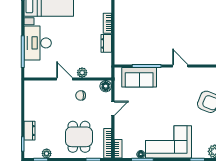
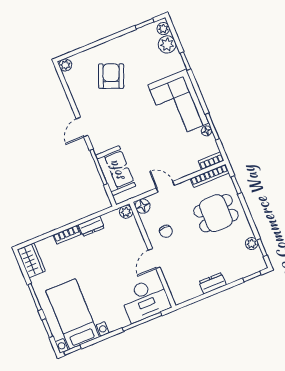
desk: (38, 43) -> (145, 300), moved
plant: (82, 73) -> (126, 212), moved
dresser: (29, 131) -> (213, 283), moved

